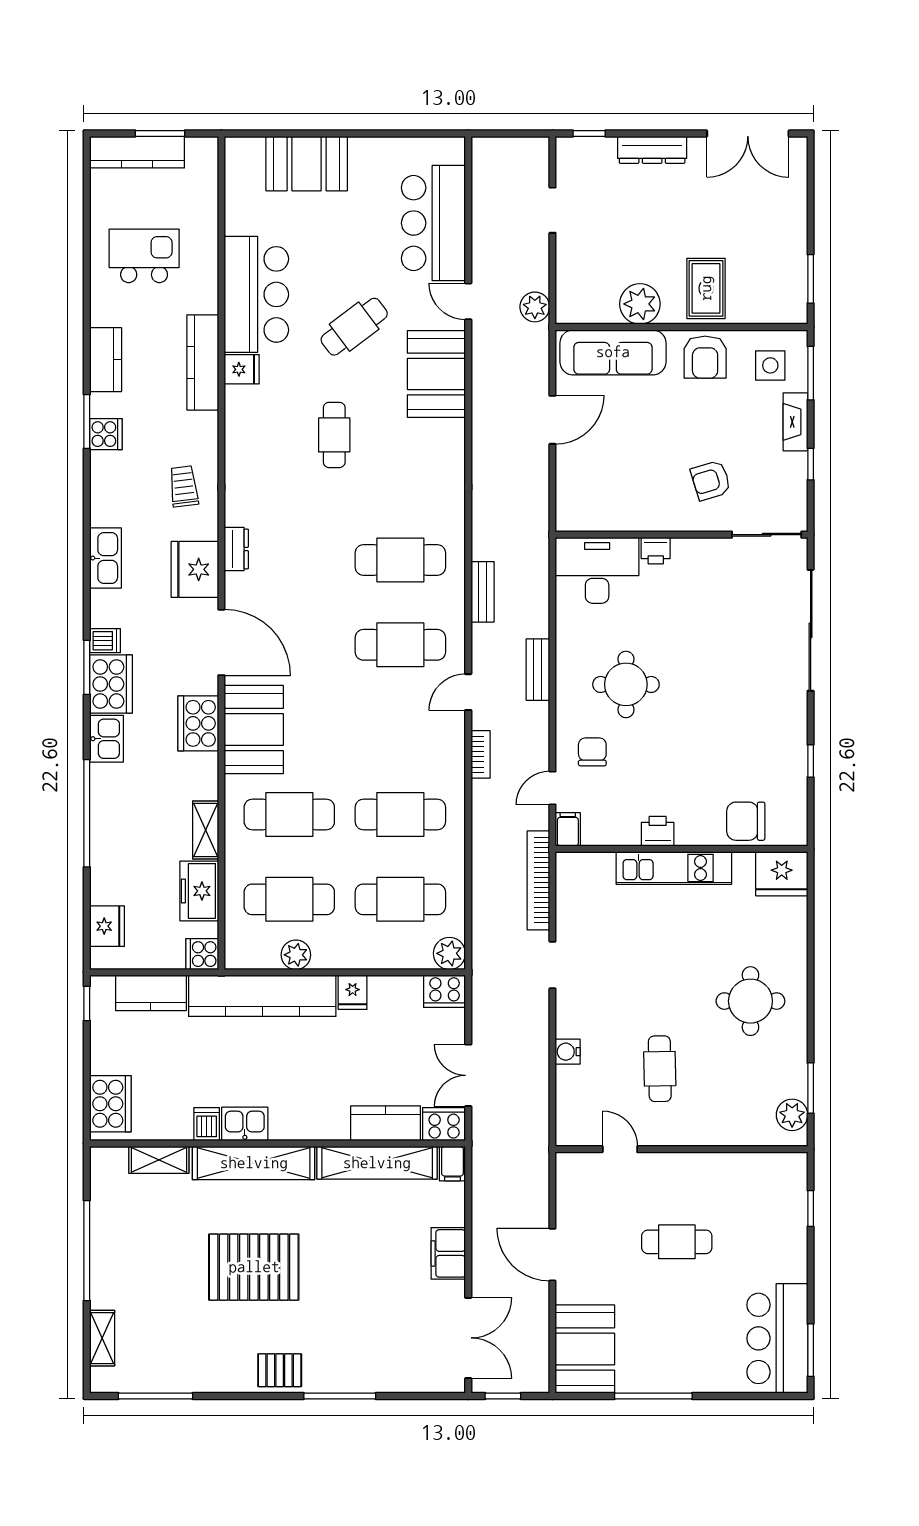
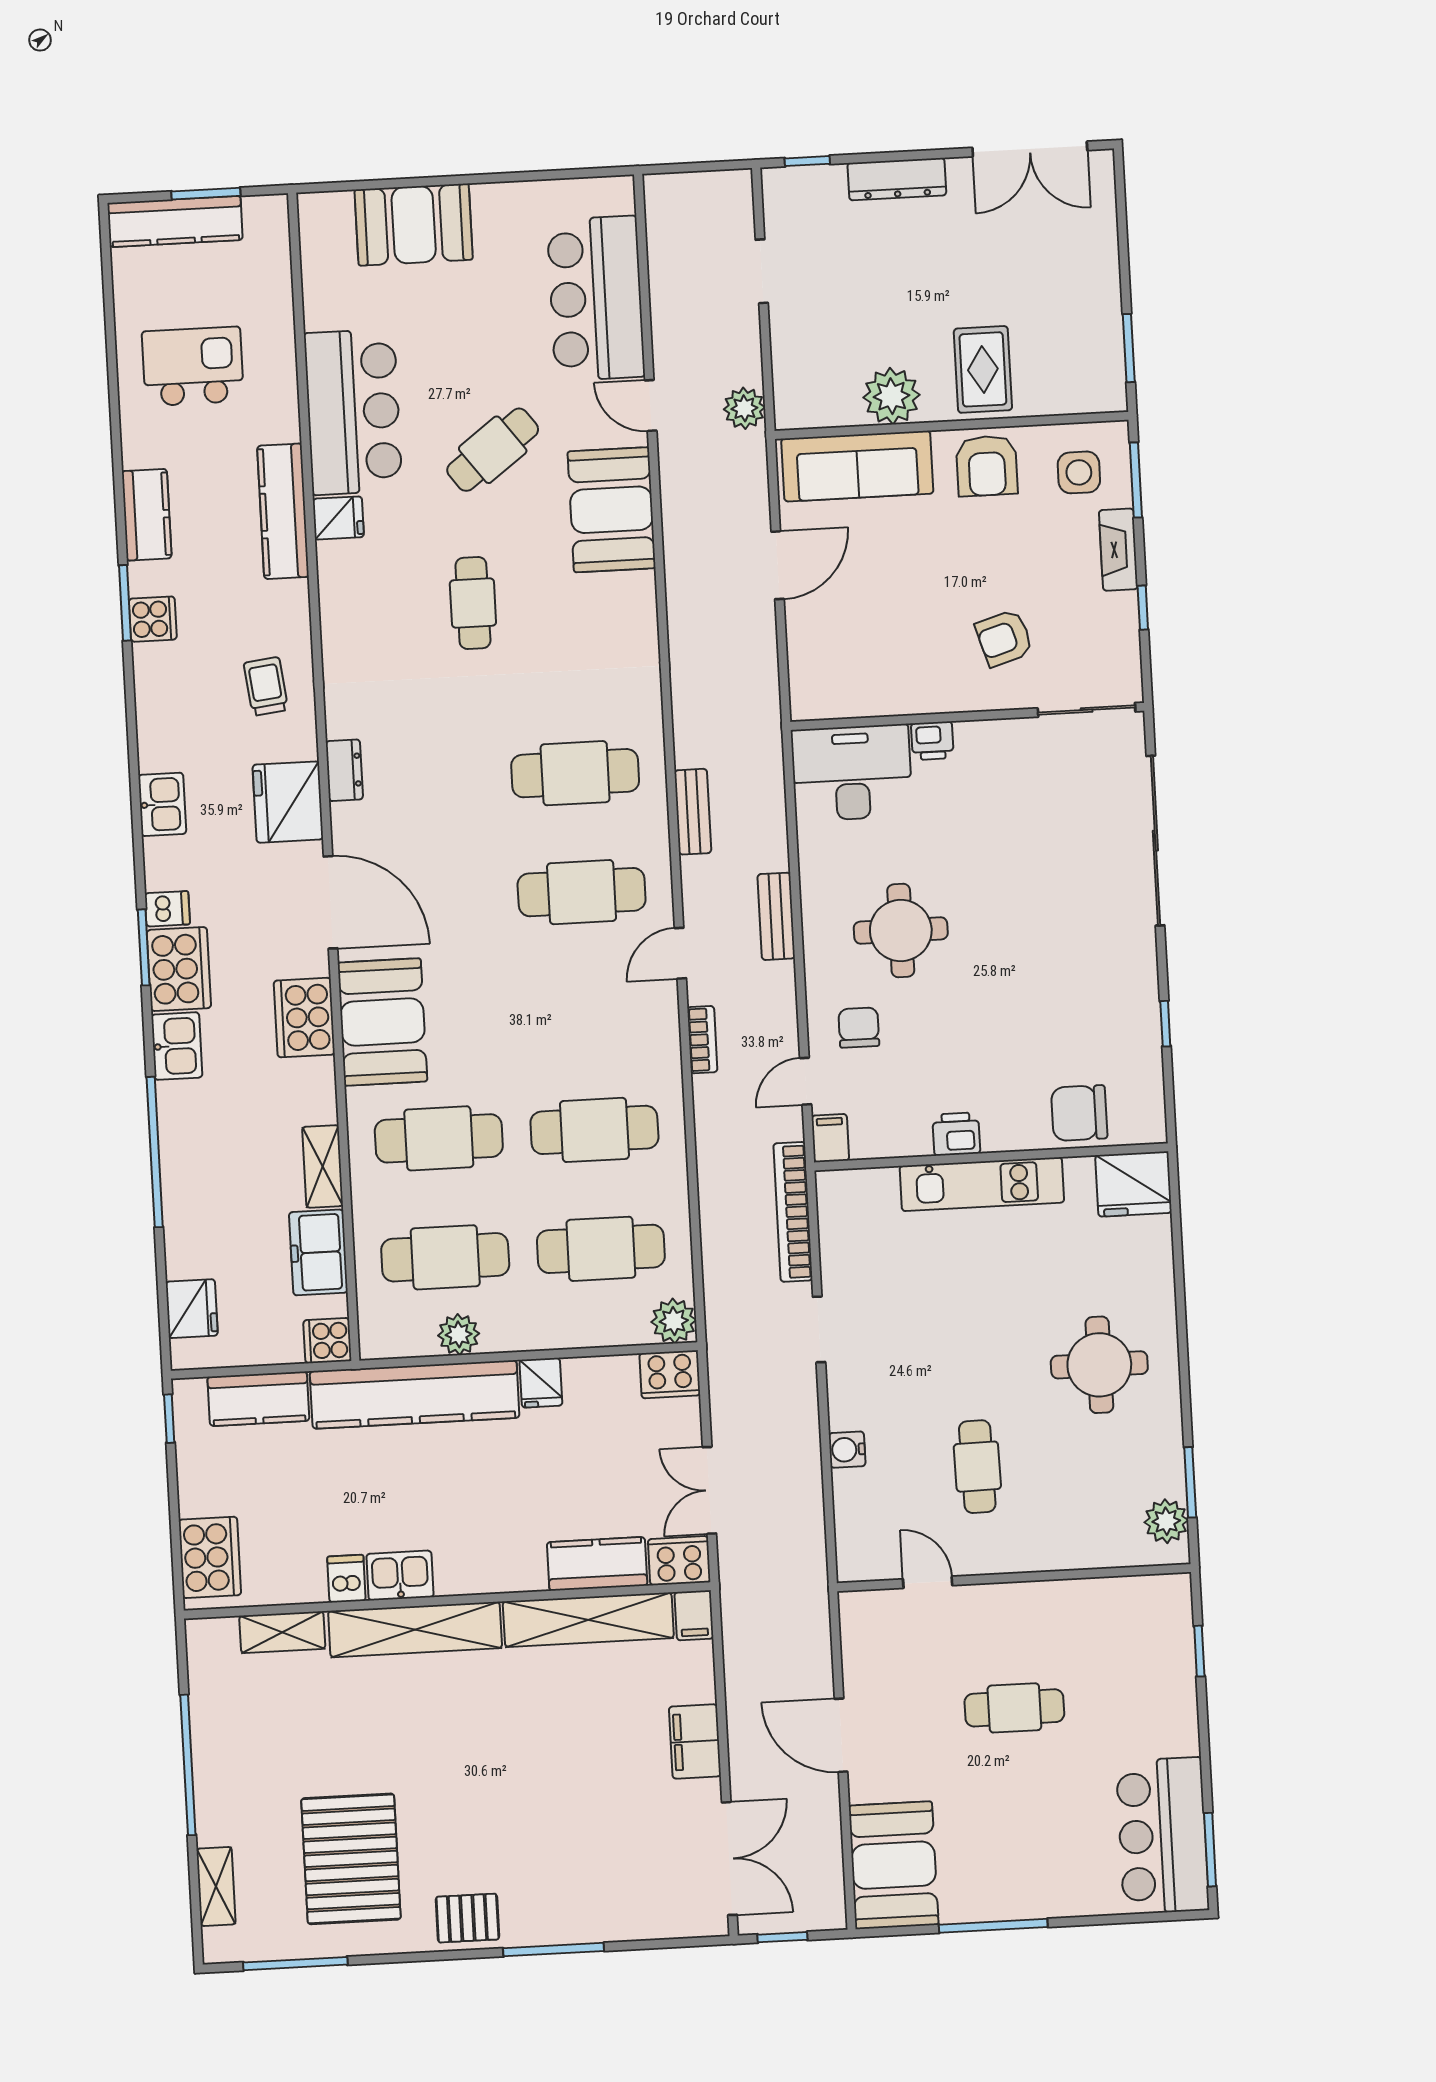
kitchen sink: (105, 558) -> (162, 804), width x0.73
pallet: (254, 1267) -> (351, 1859), moved, turned 90

